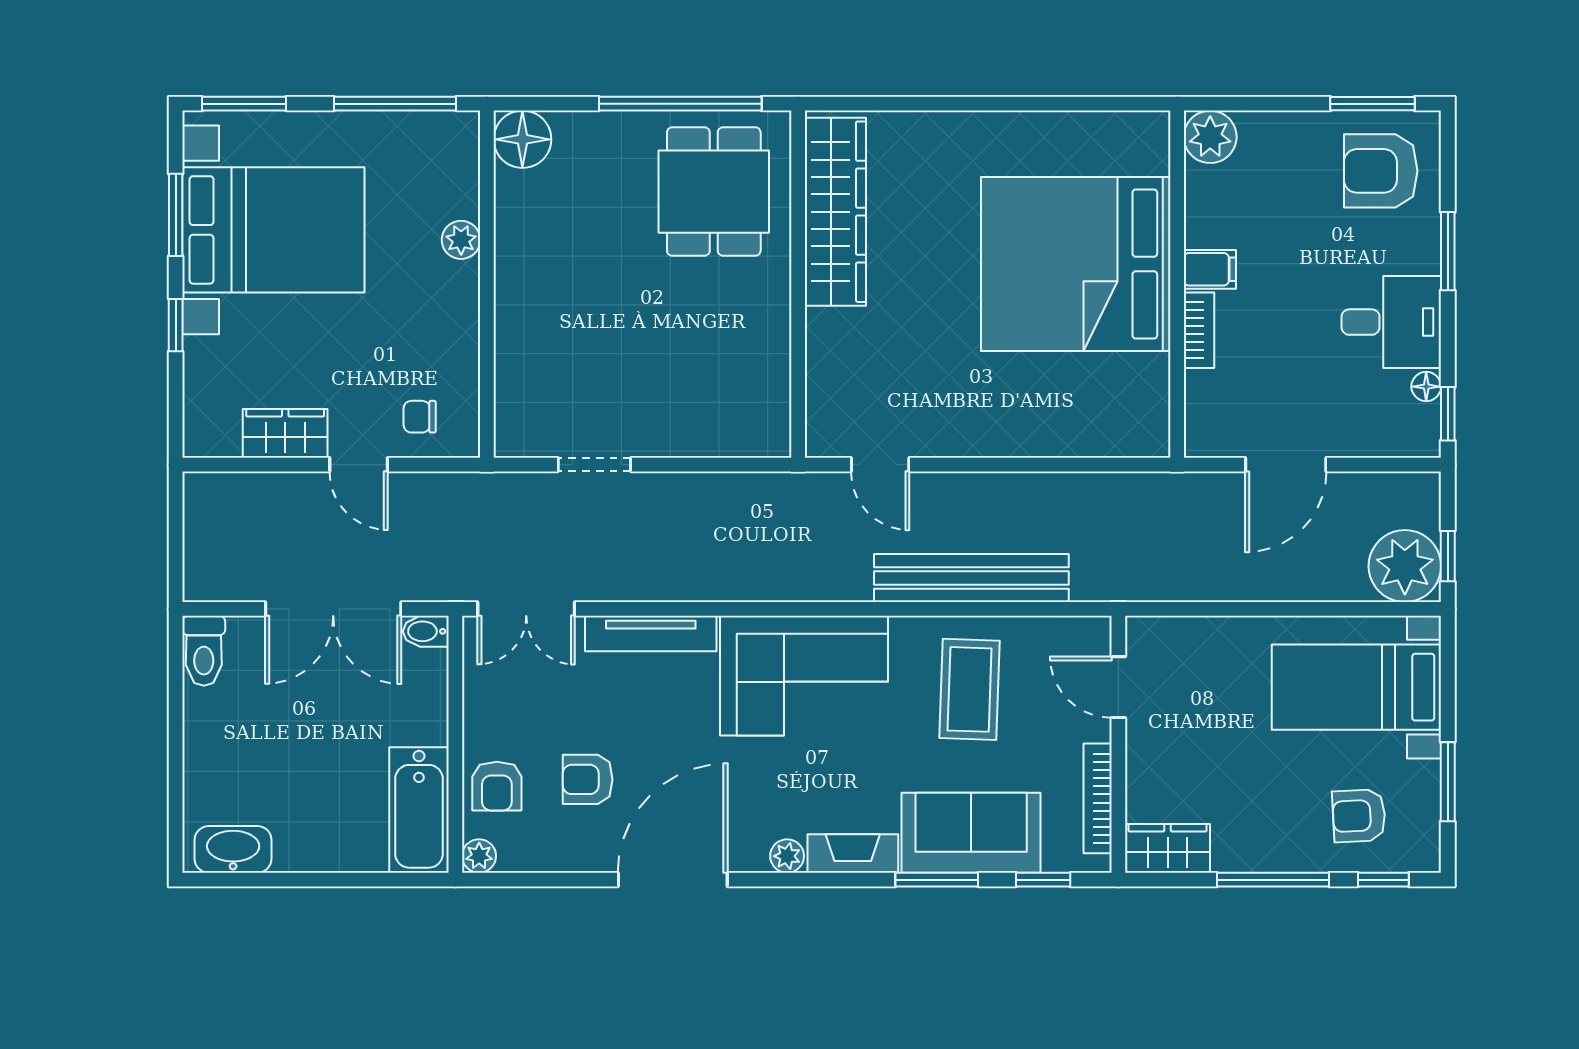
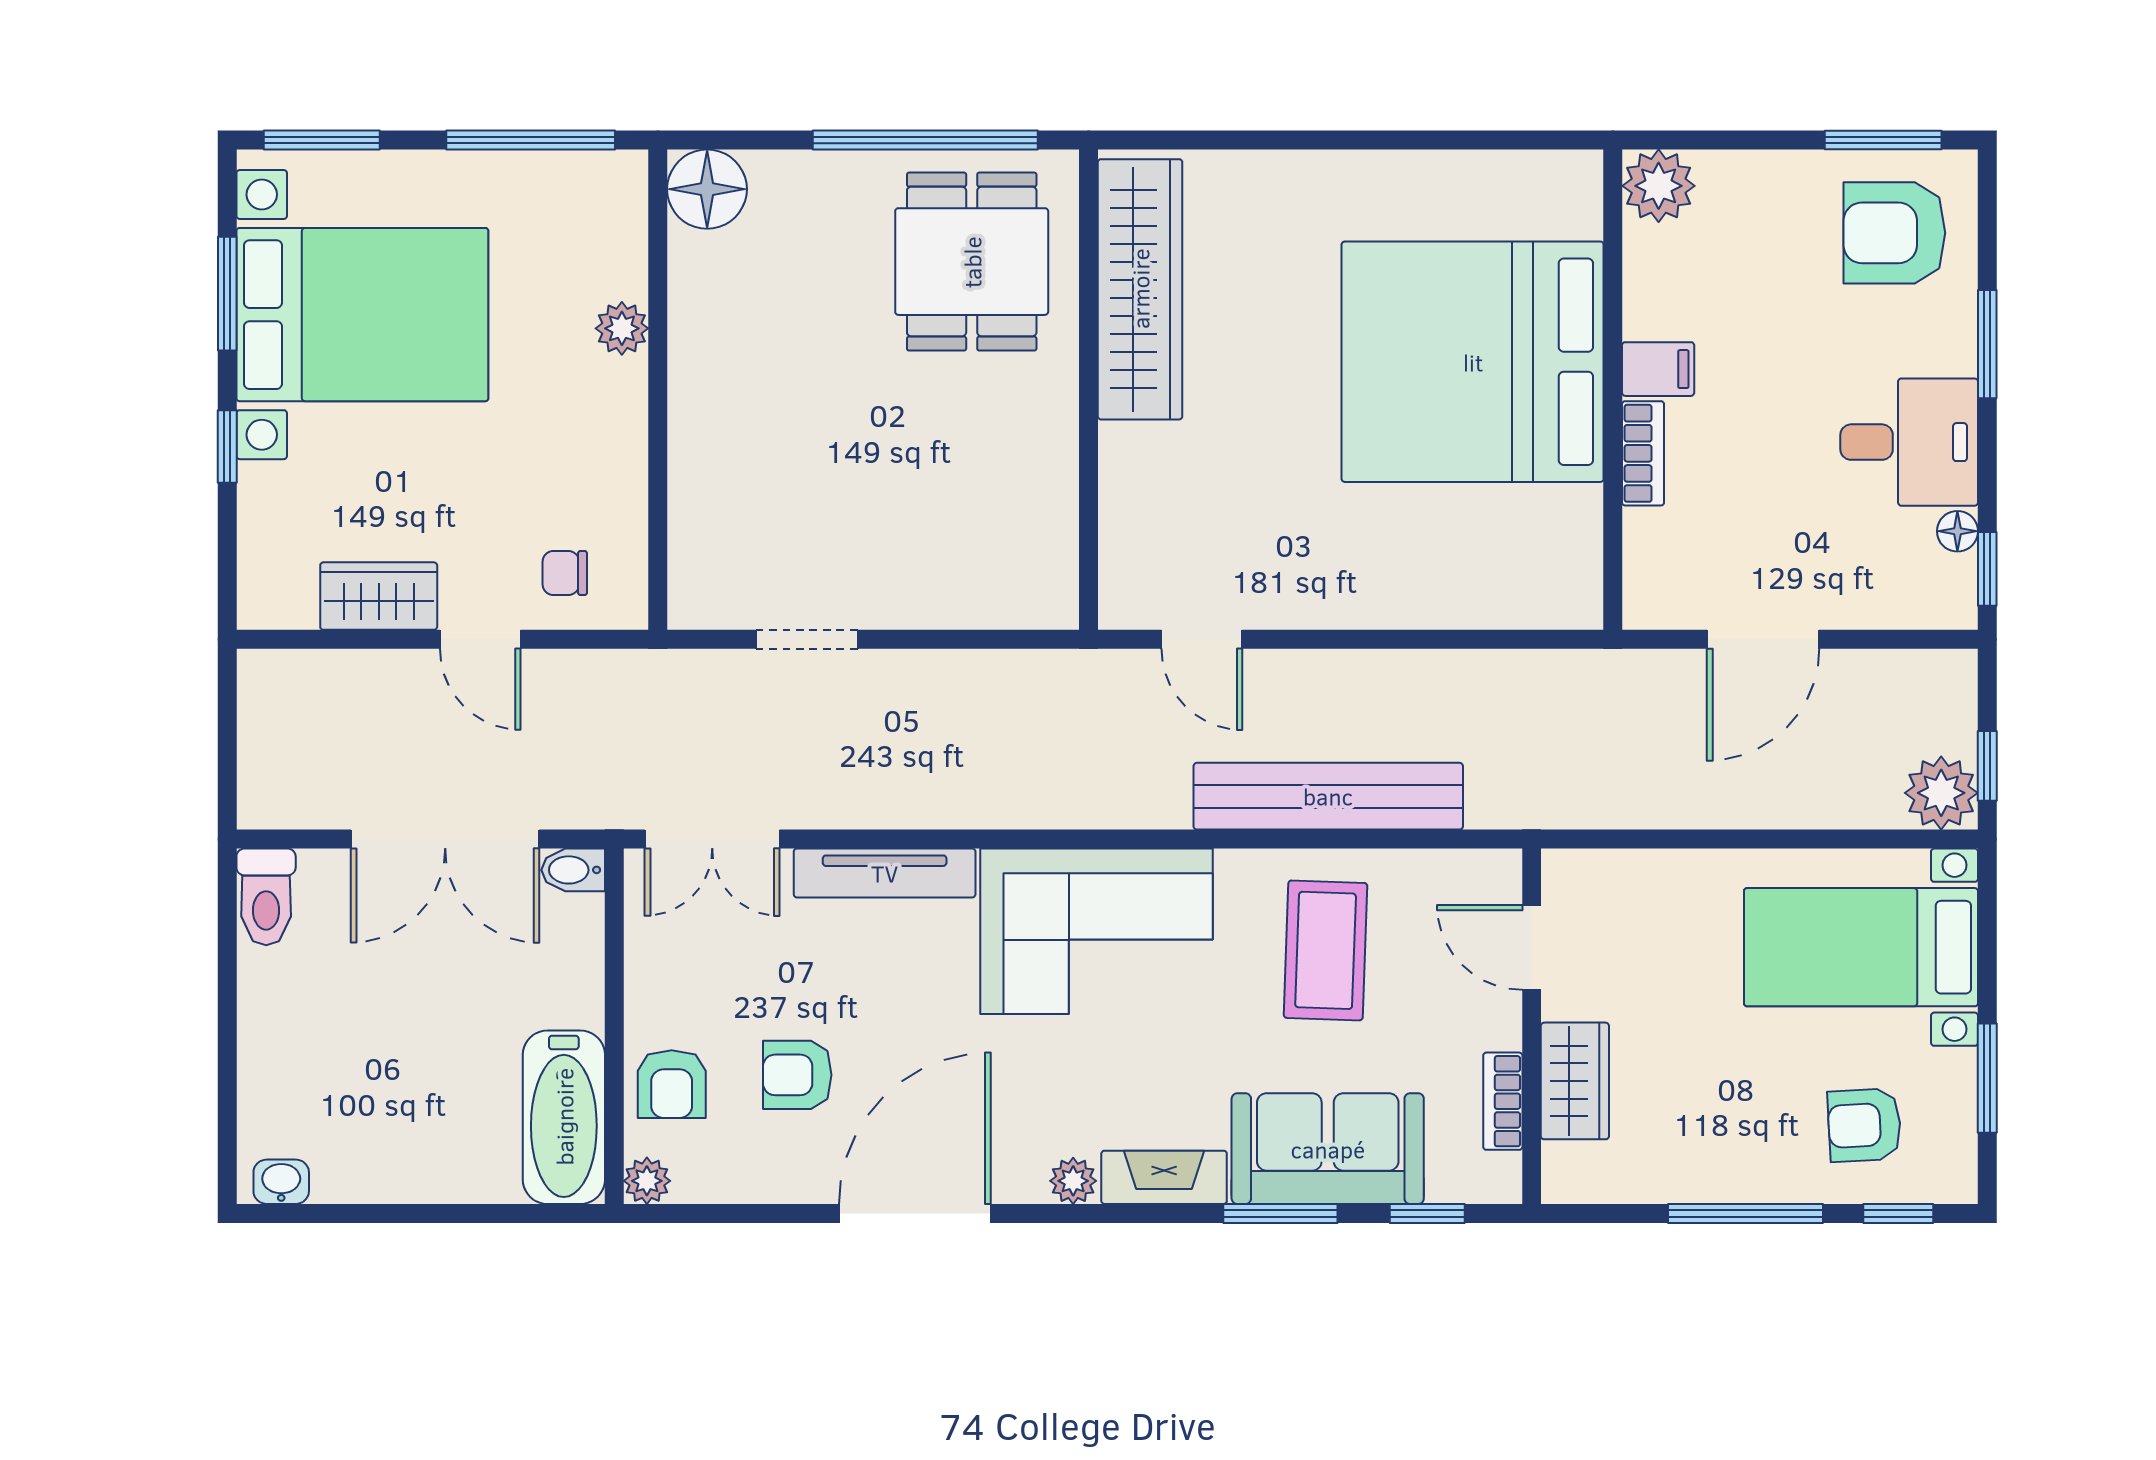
plant: (1405, 566) -> (1941, 793), width x0.73, depth x0.73
bookcase: (1098, 798) -> (1503, 1101), width x0.64
wardrobe: (1168, 848) -> (1575, 1081), moved, turned 90
washbasin: (233, 849) -> (281, 1182), width x0.52, depth x0.69

